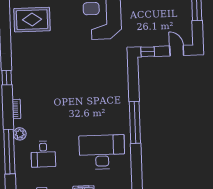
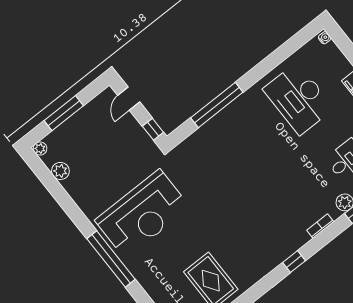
window: (135, 122) -> (217, 105), moved

